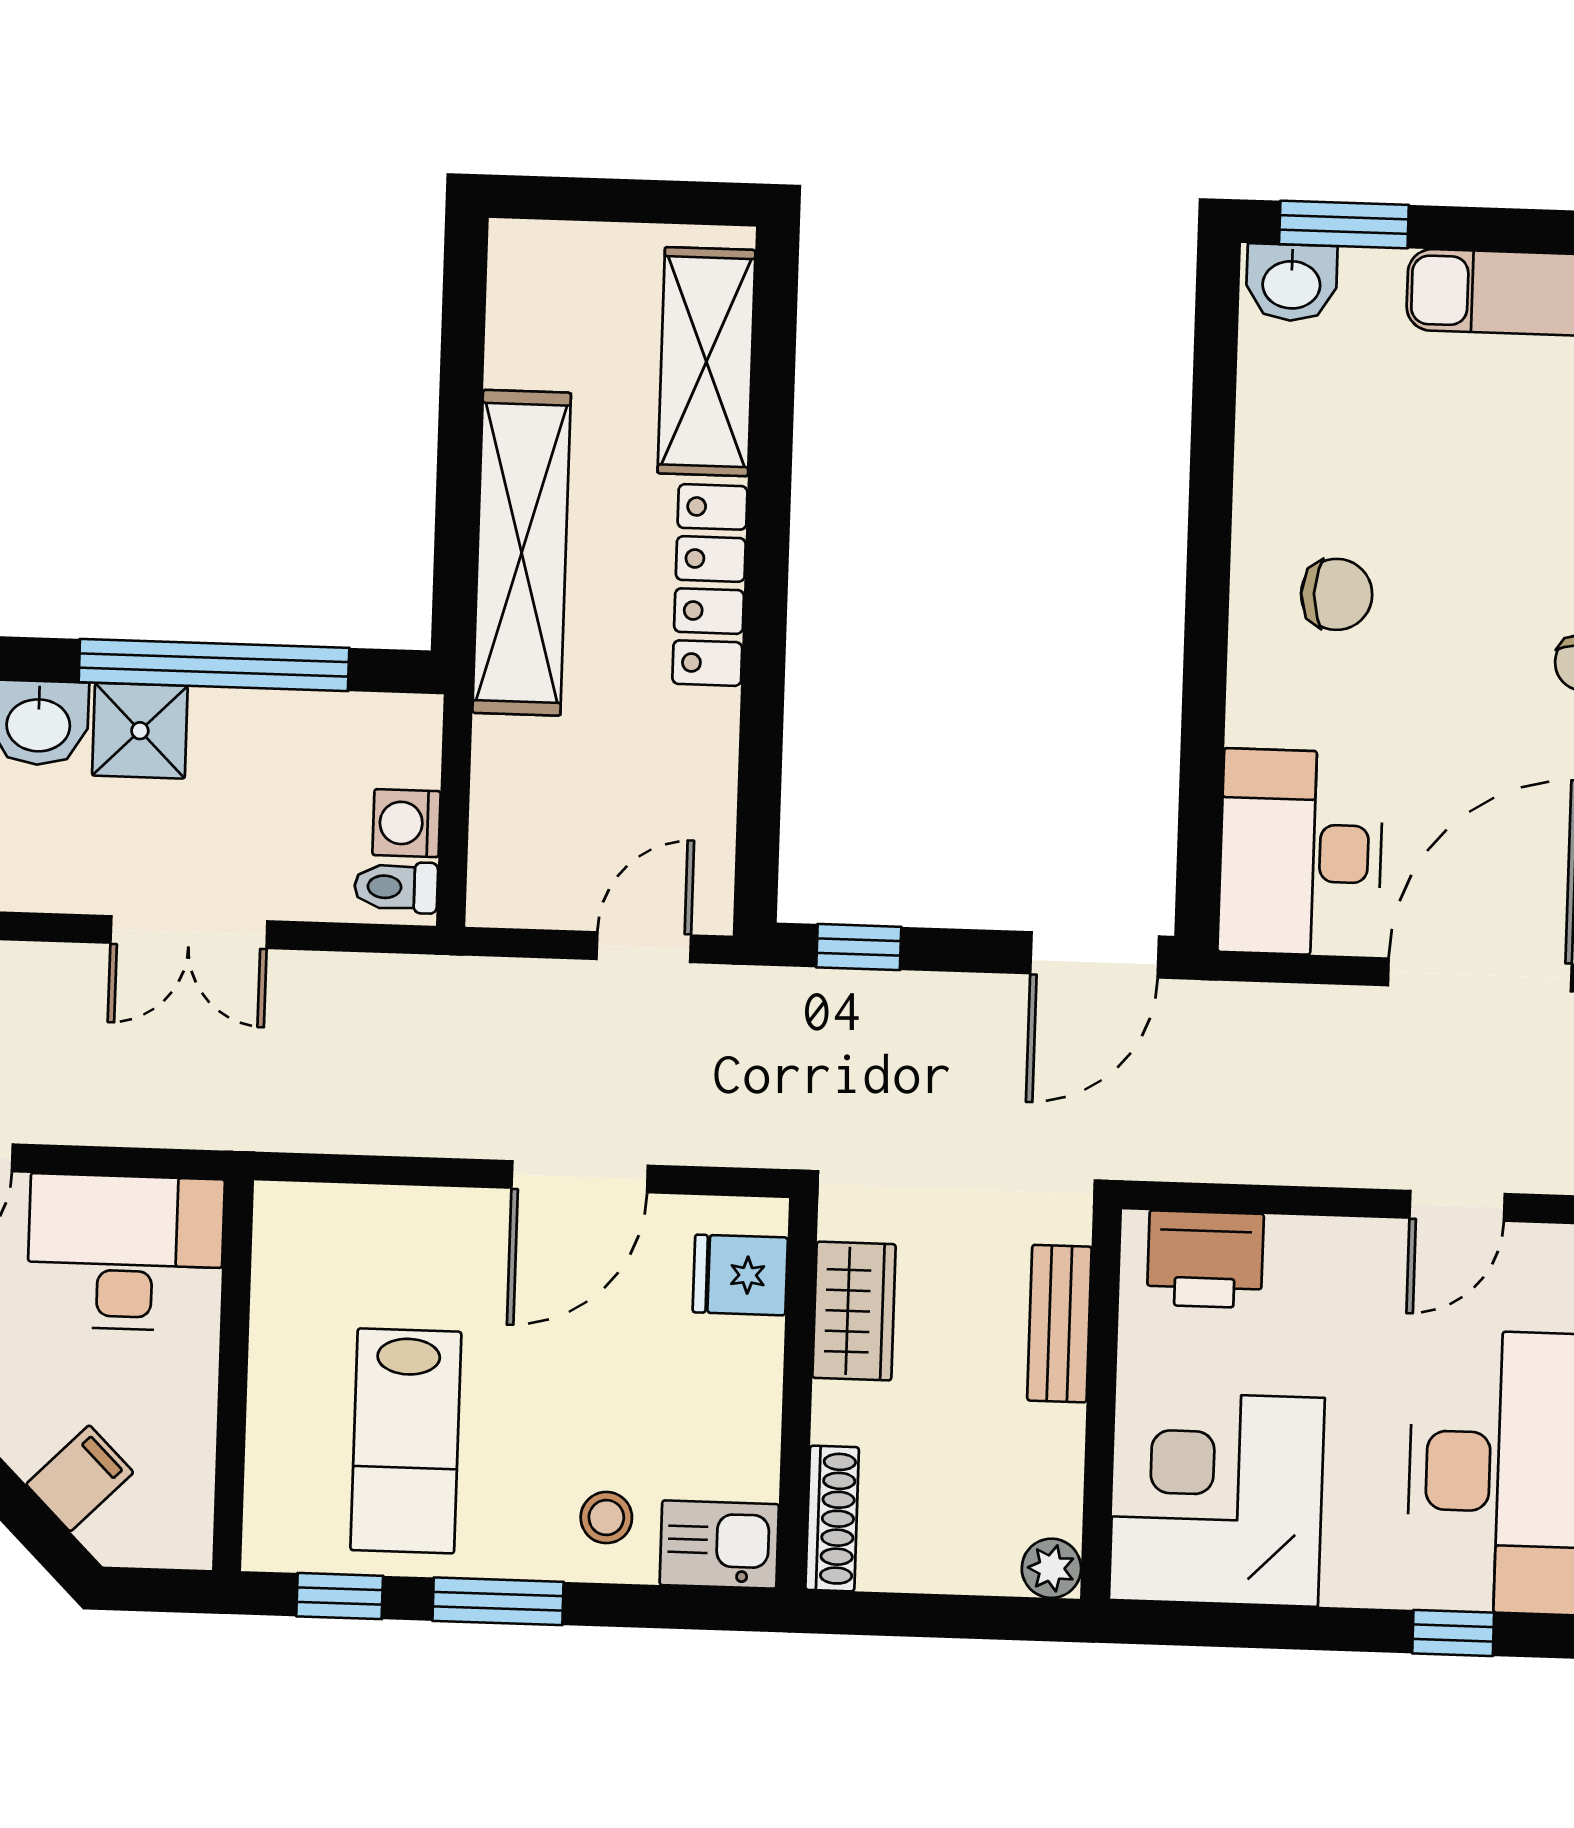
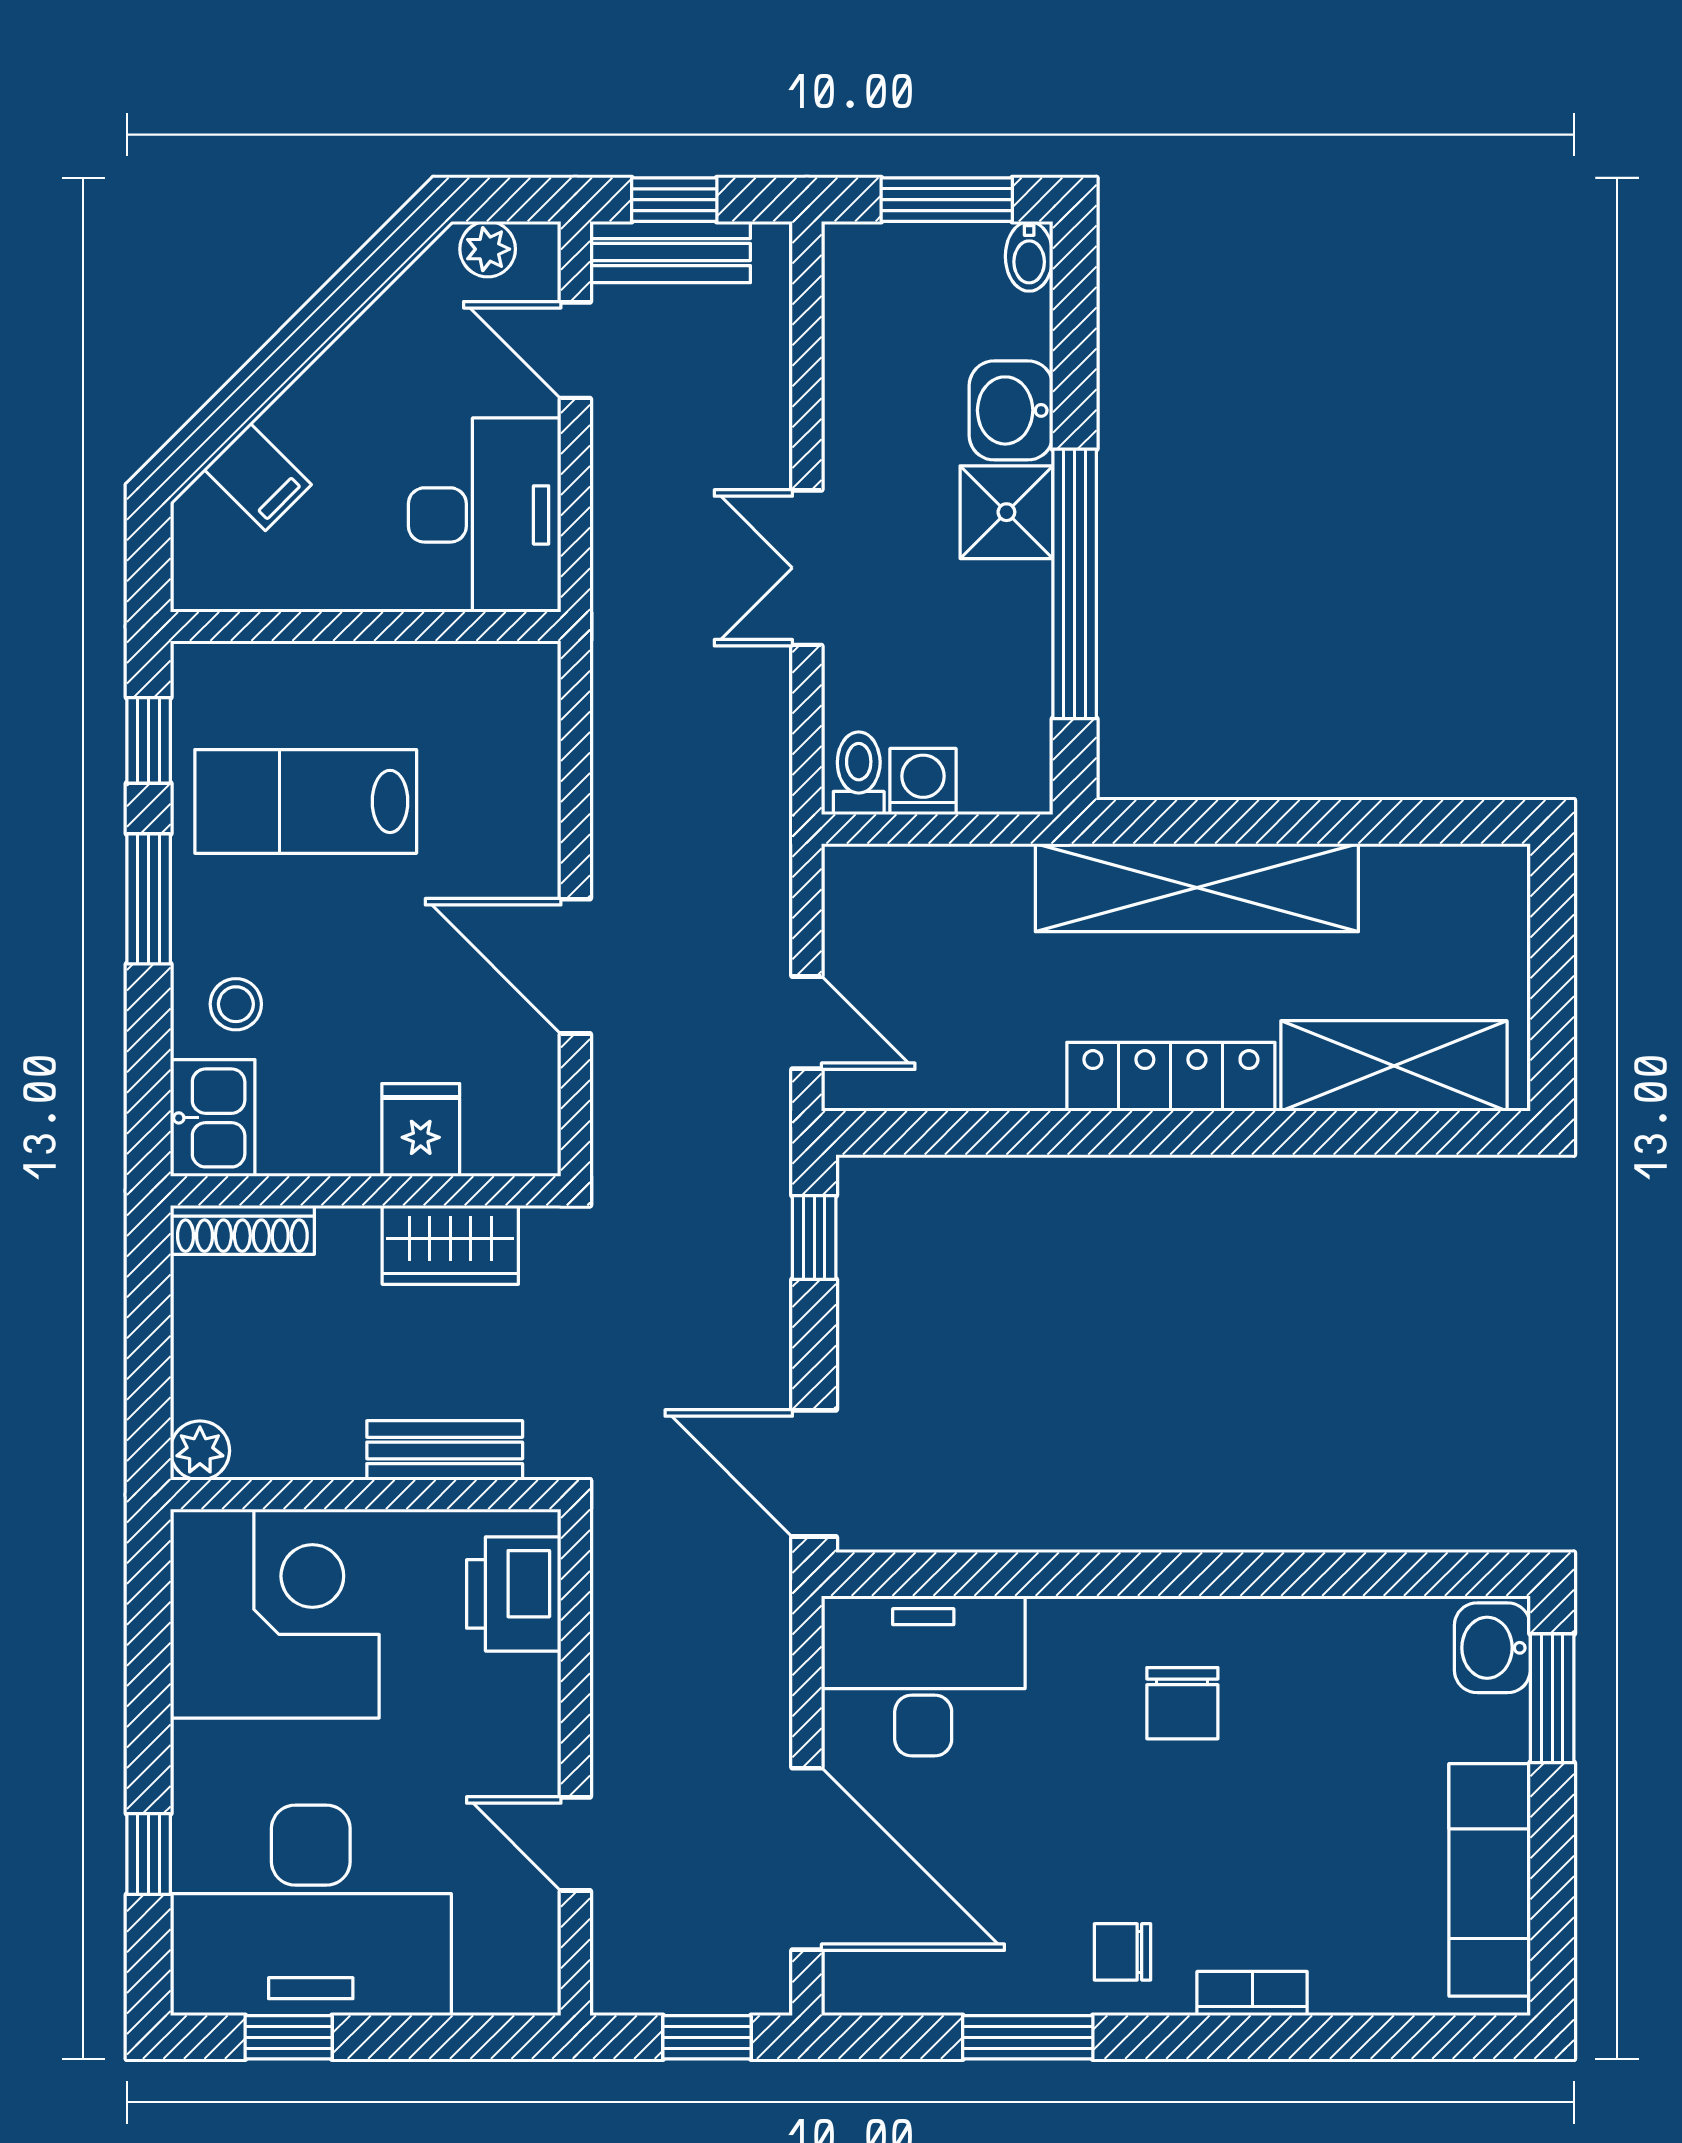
fridge: (740, 1275) -> (421, 1130), moved

